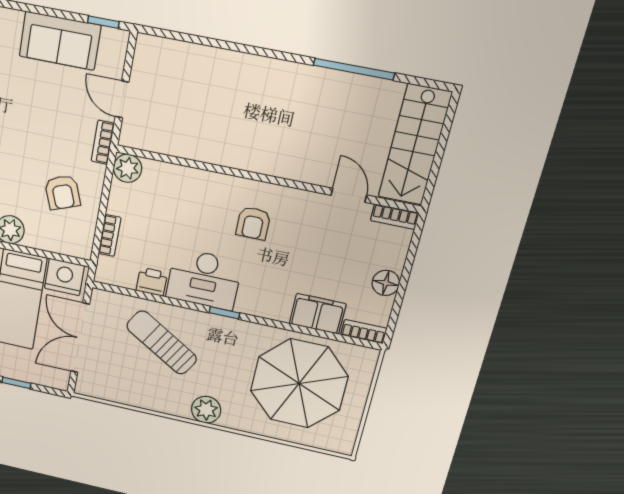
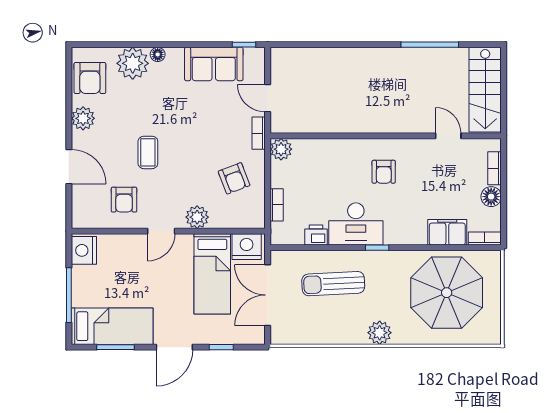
bookcase: (395, 217) -> (495, 168), moved, turned 90
sun lounger: (162, 343) -> (333, 284), turned -34

